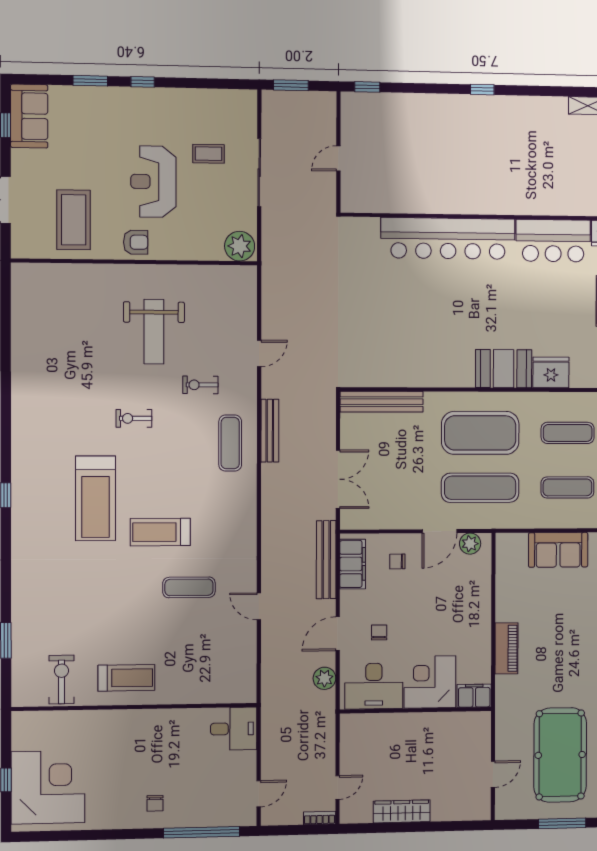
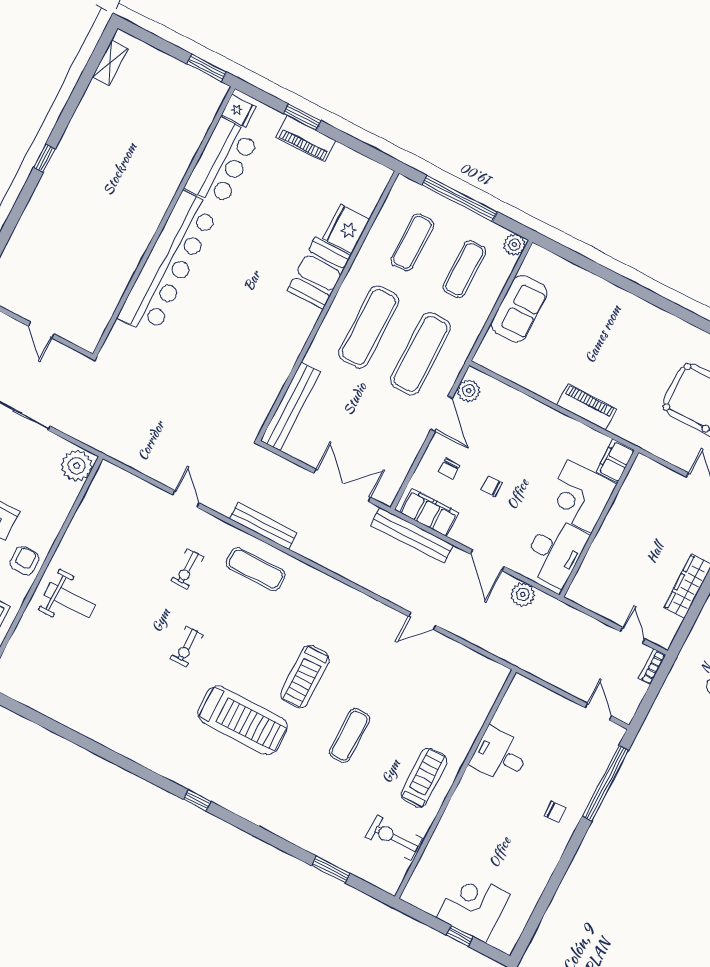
weight bench: (154, 332) -> (70, 600), moved, width x0.73, depth x0.75
exercise mat: (480, 433) -> (369, 327), width x0.68
exercise mat: (189, 587) -> (350, 736), moved
chair: (379, 632) -> (492, 486), moved
desk: (234, 729) -> (500, 756), moved, turned -90
corner desk: (48, 787) -> (474, 906), width x0.74, depth x0.74

